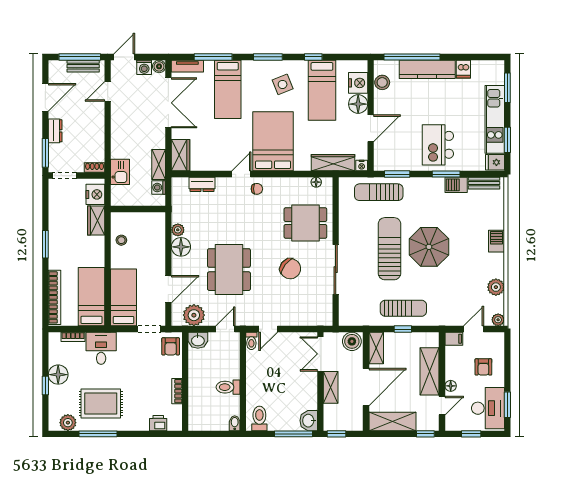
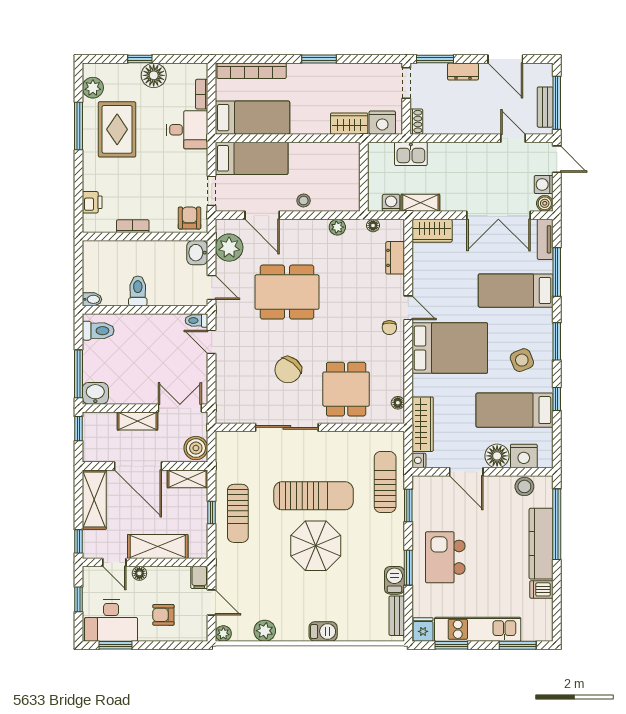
kitchen island: (438, 145) -> (445, 557), turned -90
stool: (121, 240) -> (304, 200), moved
floor lamp: (181, 247) -> (373, 226), moved, width x0.53, depth x0.53
armchair: (171, 346) -> (189, 218), turned 90

